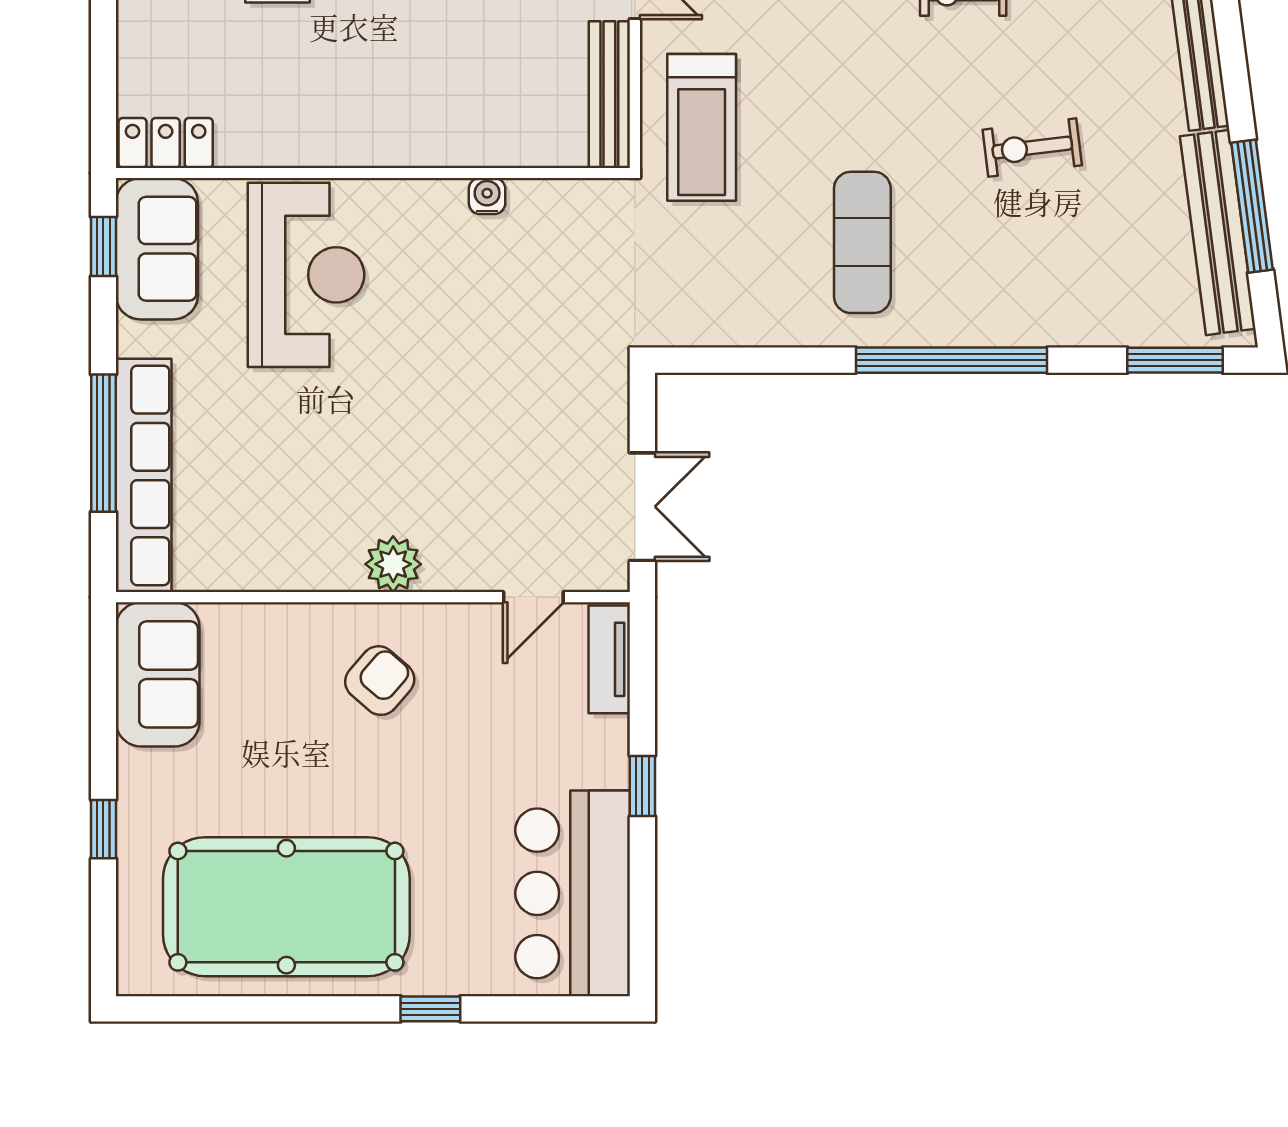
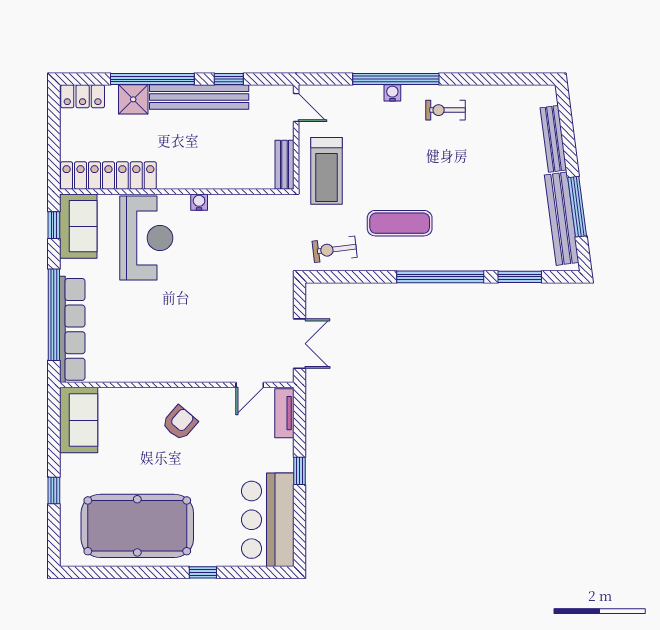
bench: (609, 95) -> (284, 165), width x0.73
locker: (166, 143) -> (108, 175), width x2.16, depth x1.21
exercise bike: (1032, 148) -> (335, 249), moved
water cooler: (487, 196) -> (199, 202), moved
exercise mat: (862, 242) -> (400, 223), turned 90
window: (1175, 360) -> (520, 277), moved
window: (103, 443) -> (54, 315), width x1.46
plant: (393, 564) -> (186, 370), removed

